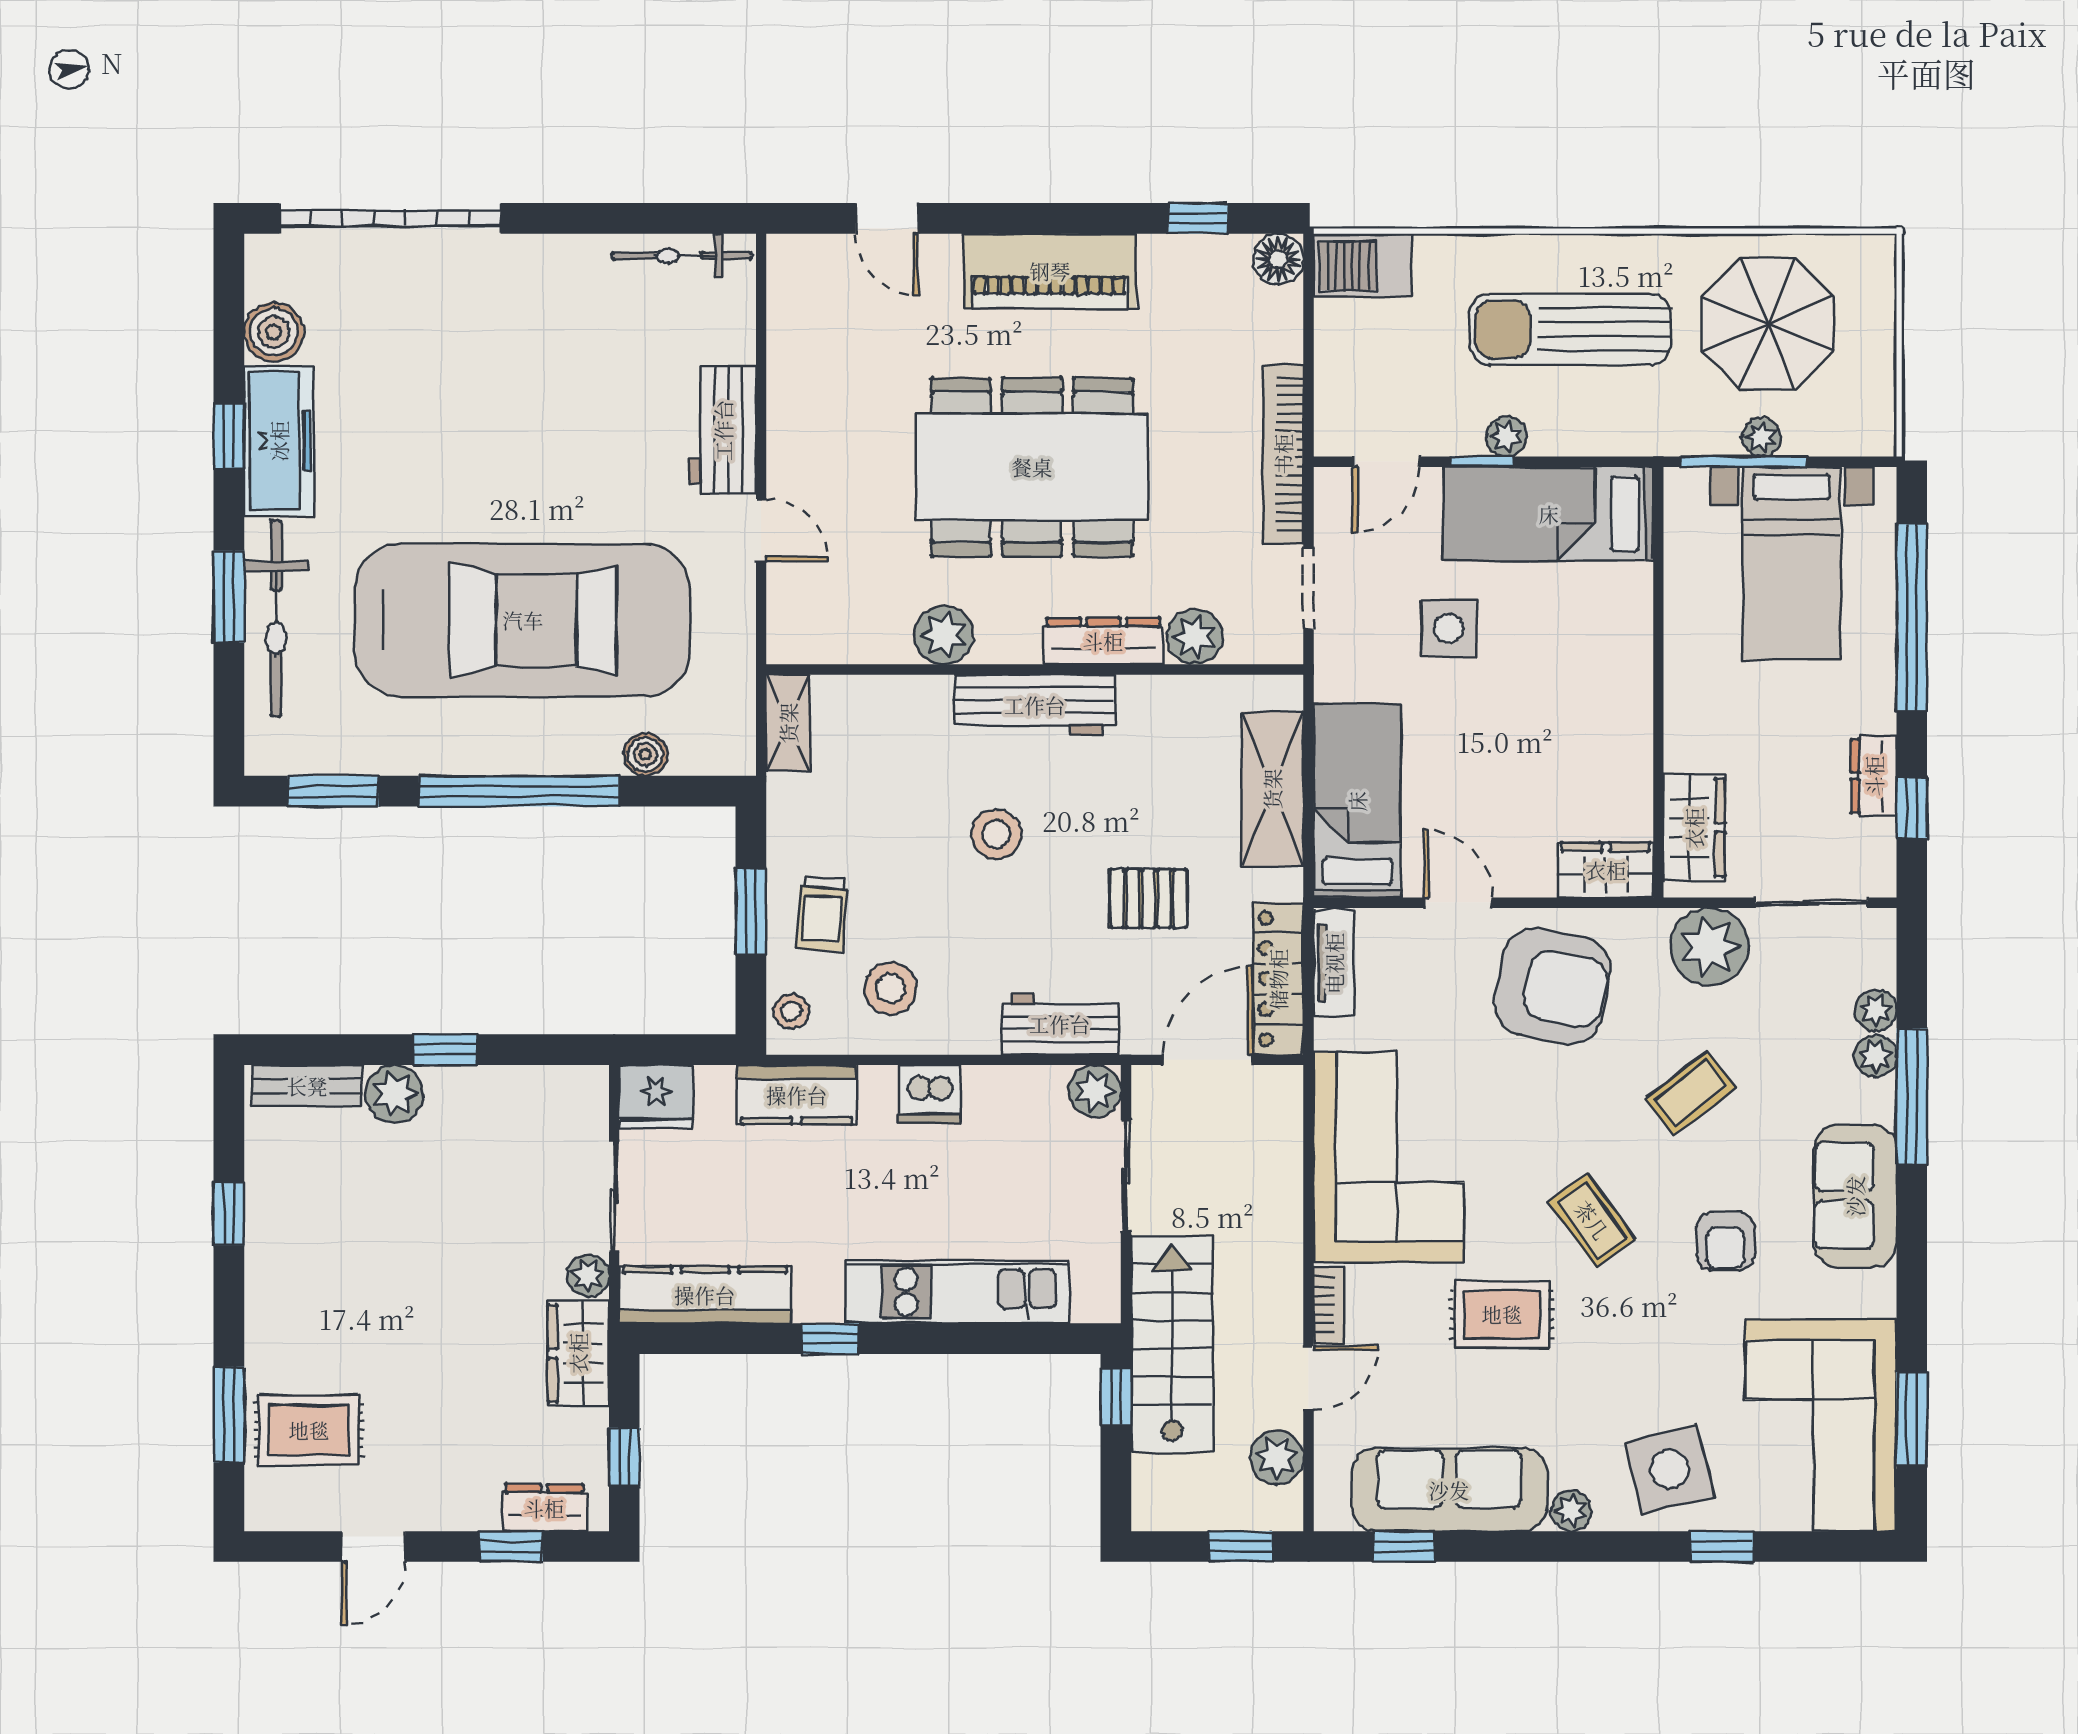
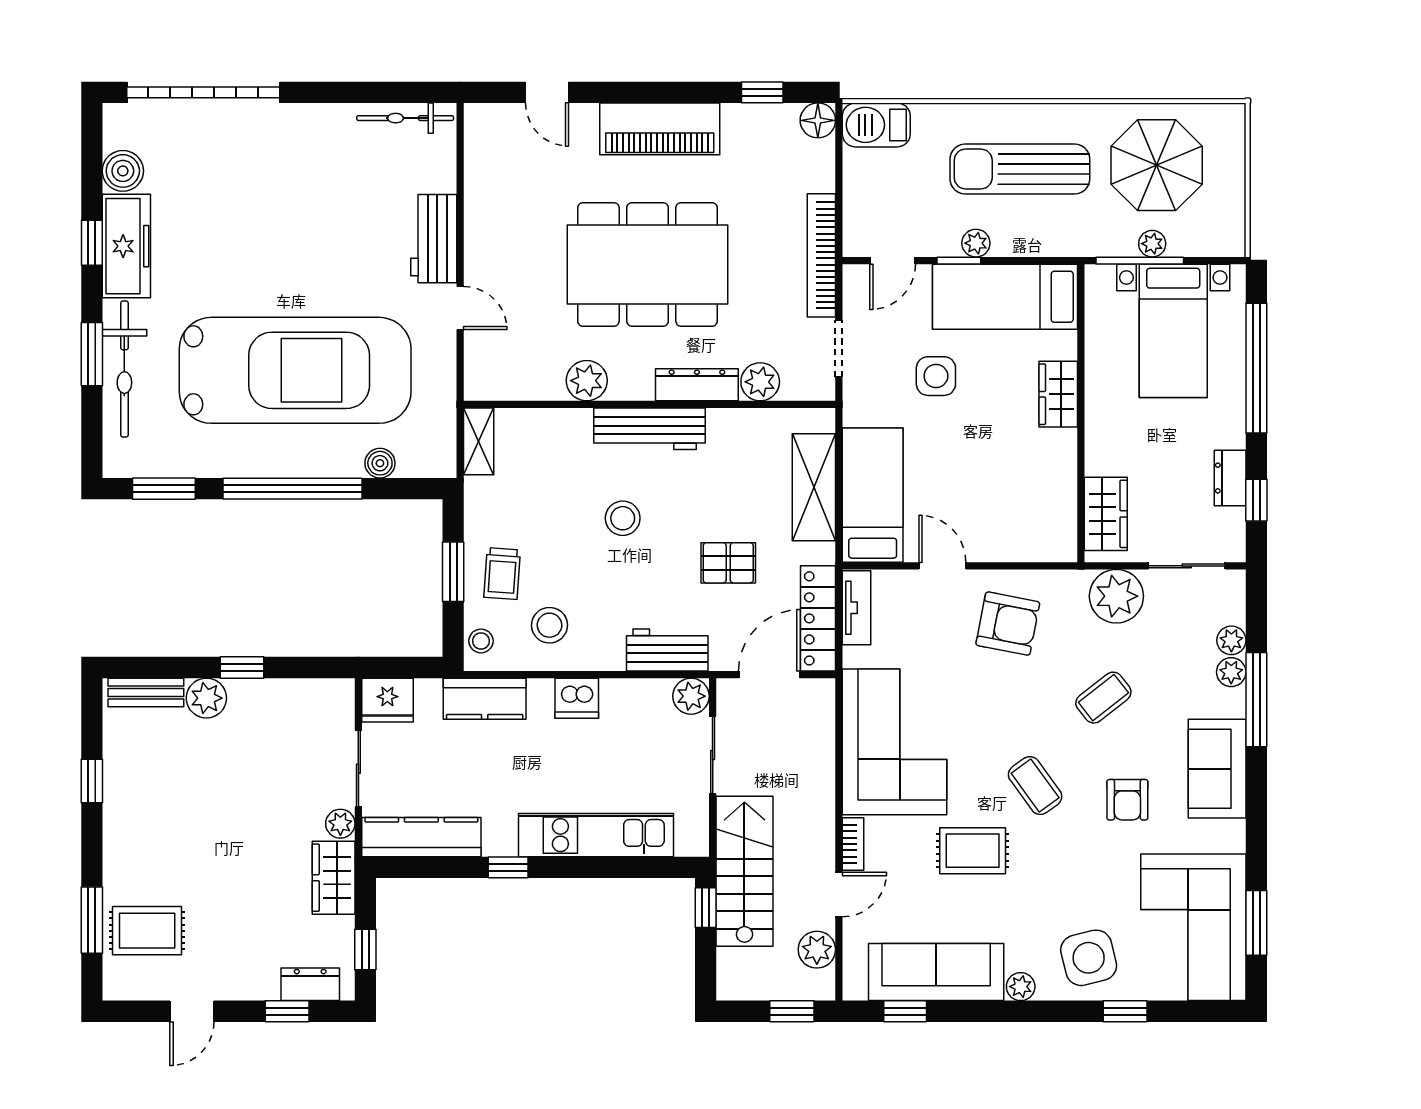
wardrobe: (1606, 870) -> (1058, 394), moved, turned -90
armchair: (1553, 986) -> (1008, 624), width x0.73, depth x0.73

